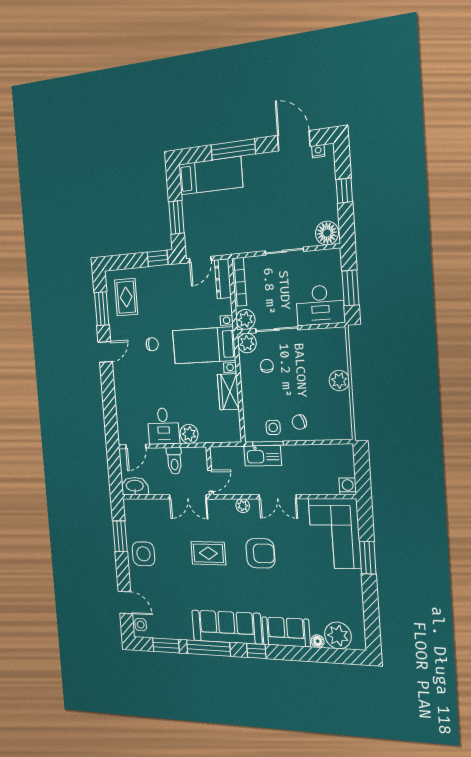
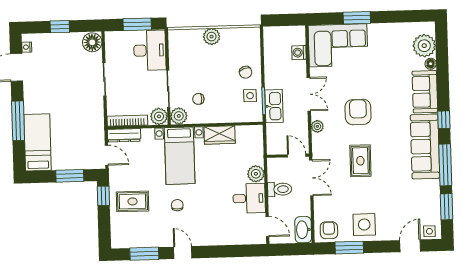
rug: (126, 297) -> (133, 201), moved
washing machine: (348, 486) -> (299, 53), moved
armchair: (136, 515) -> (329, 230), added

